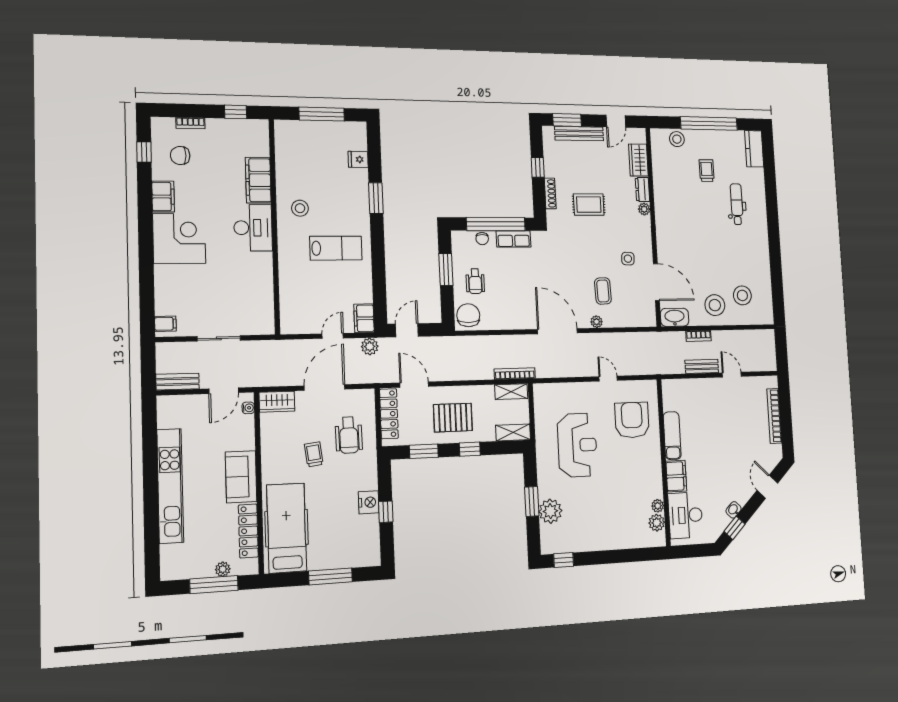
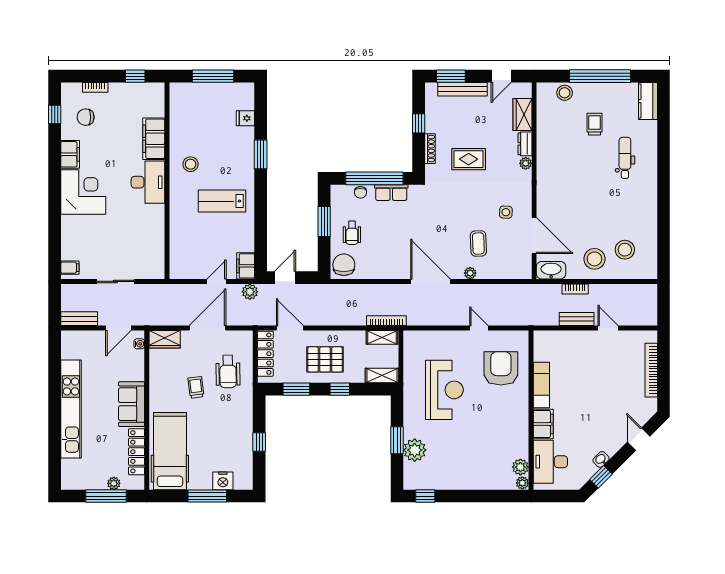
lab bench: (336, 248) -> (222, 201), turned 180
nightstand: (369, 502) -> (223, 481), moved, turned 90
plant: (658, 506) -> (522, 483), moved

